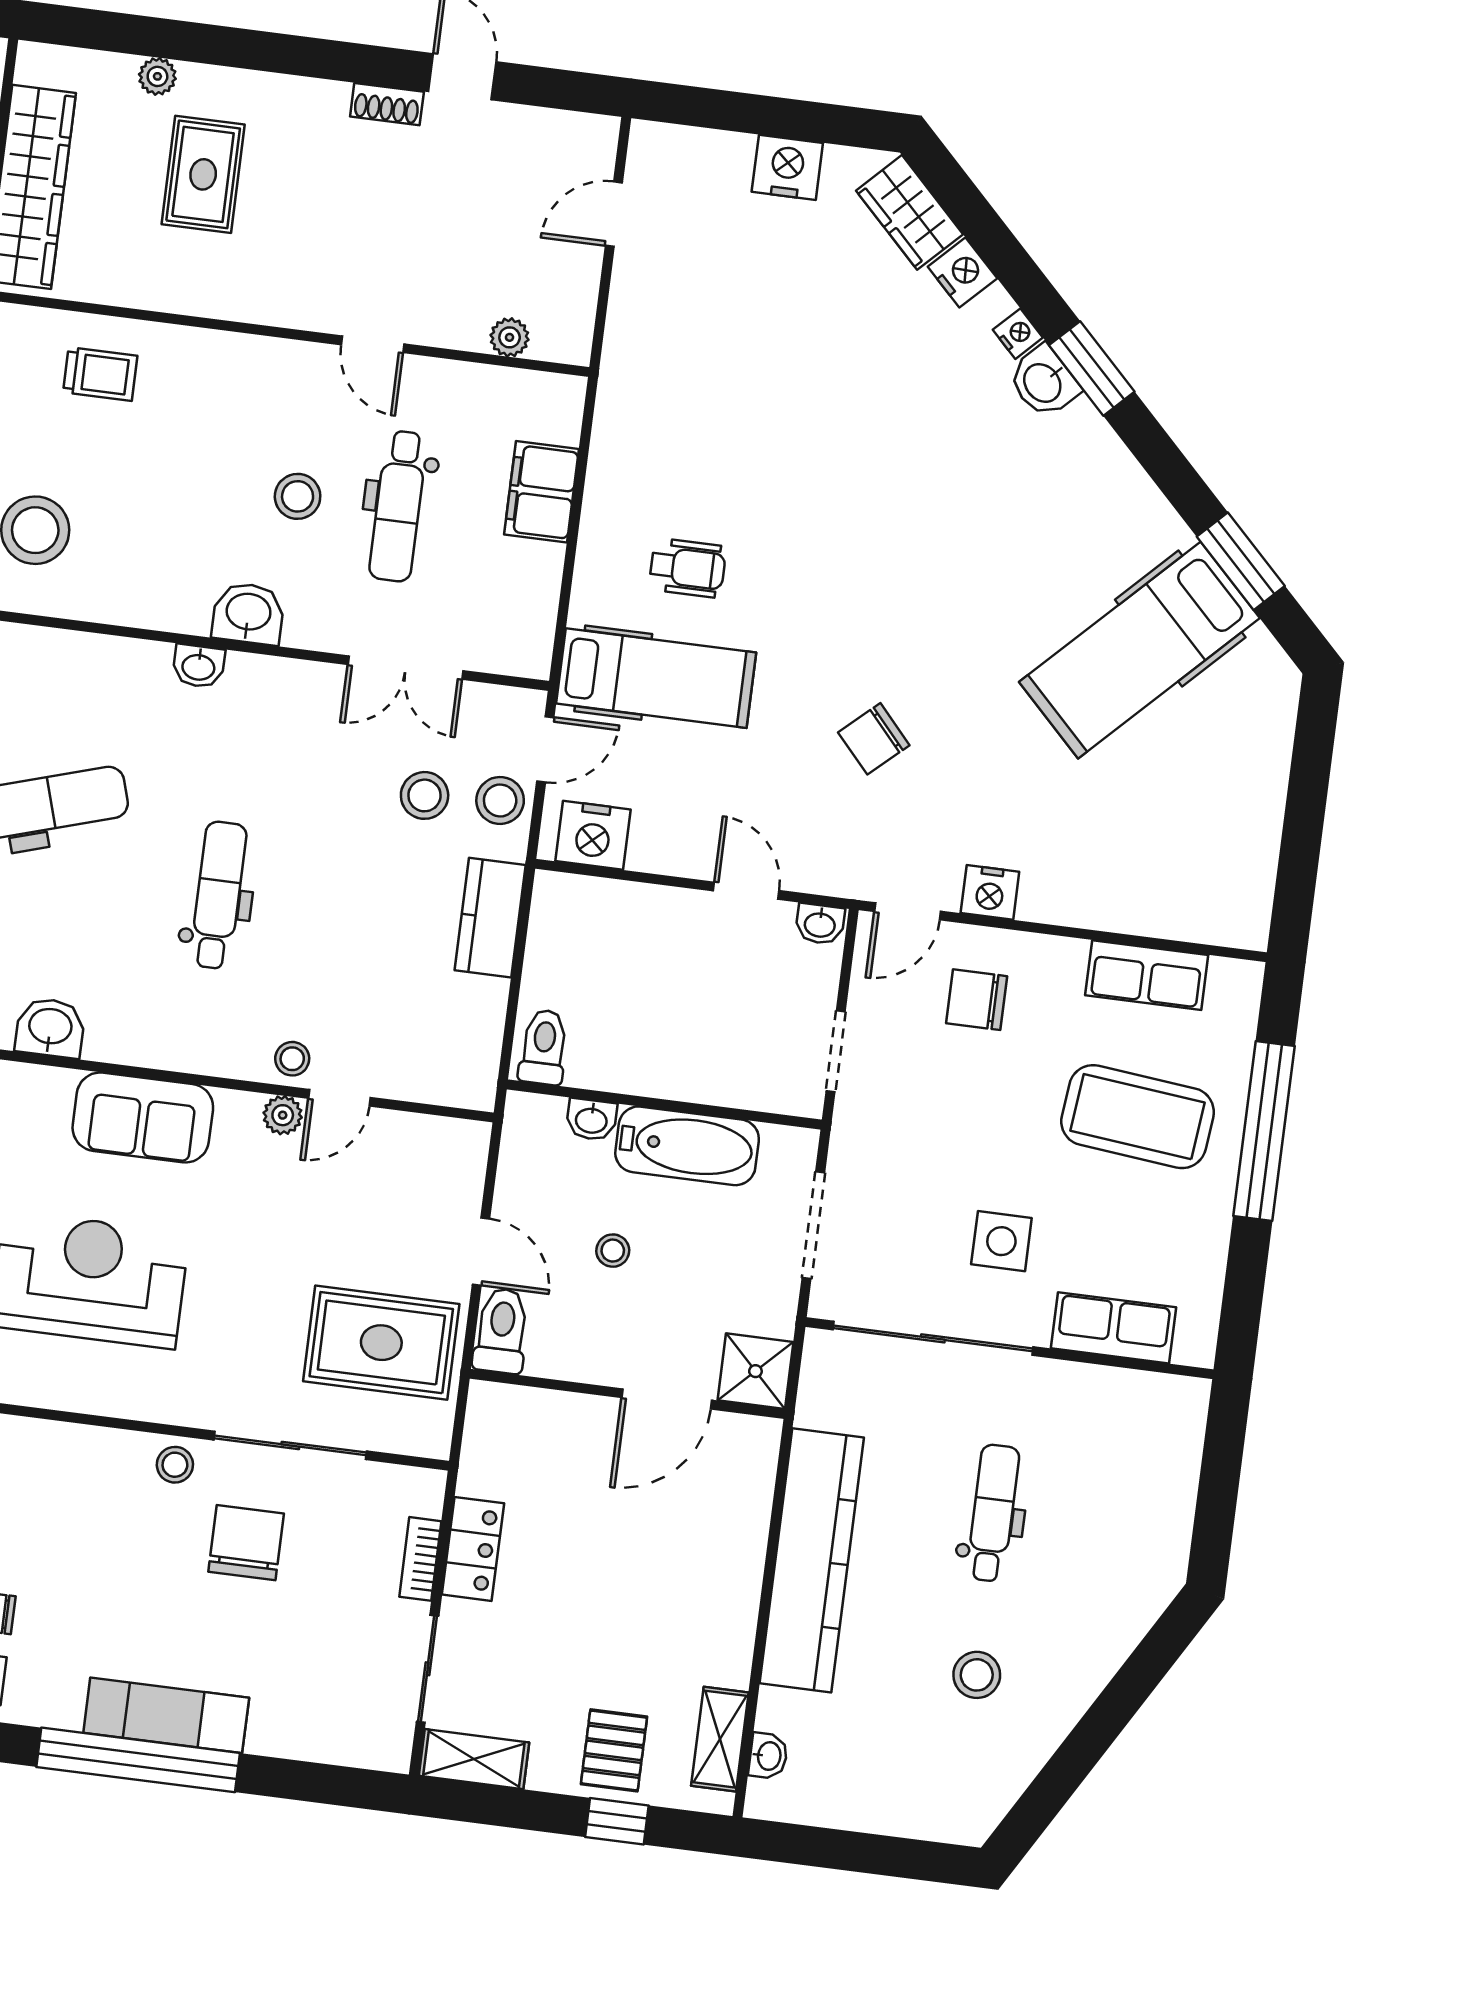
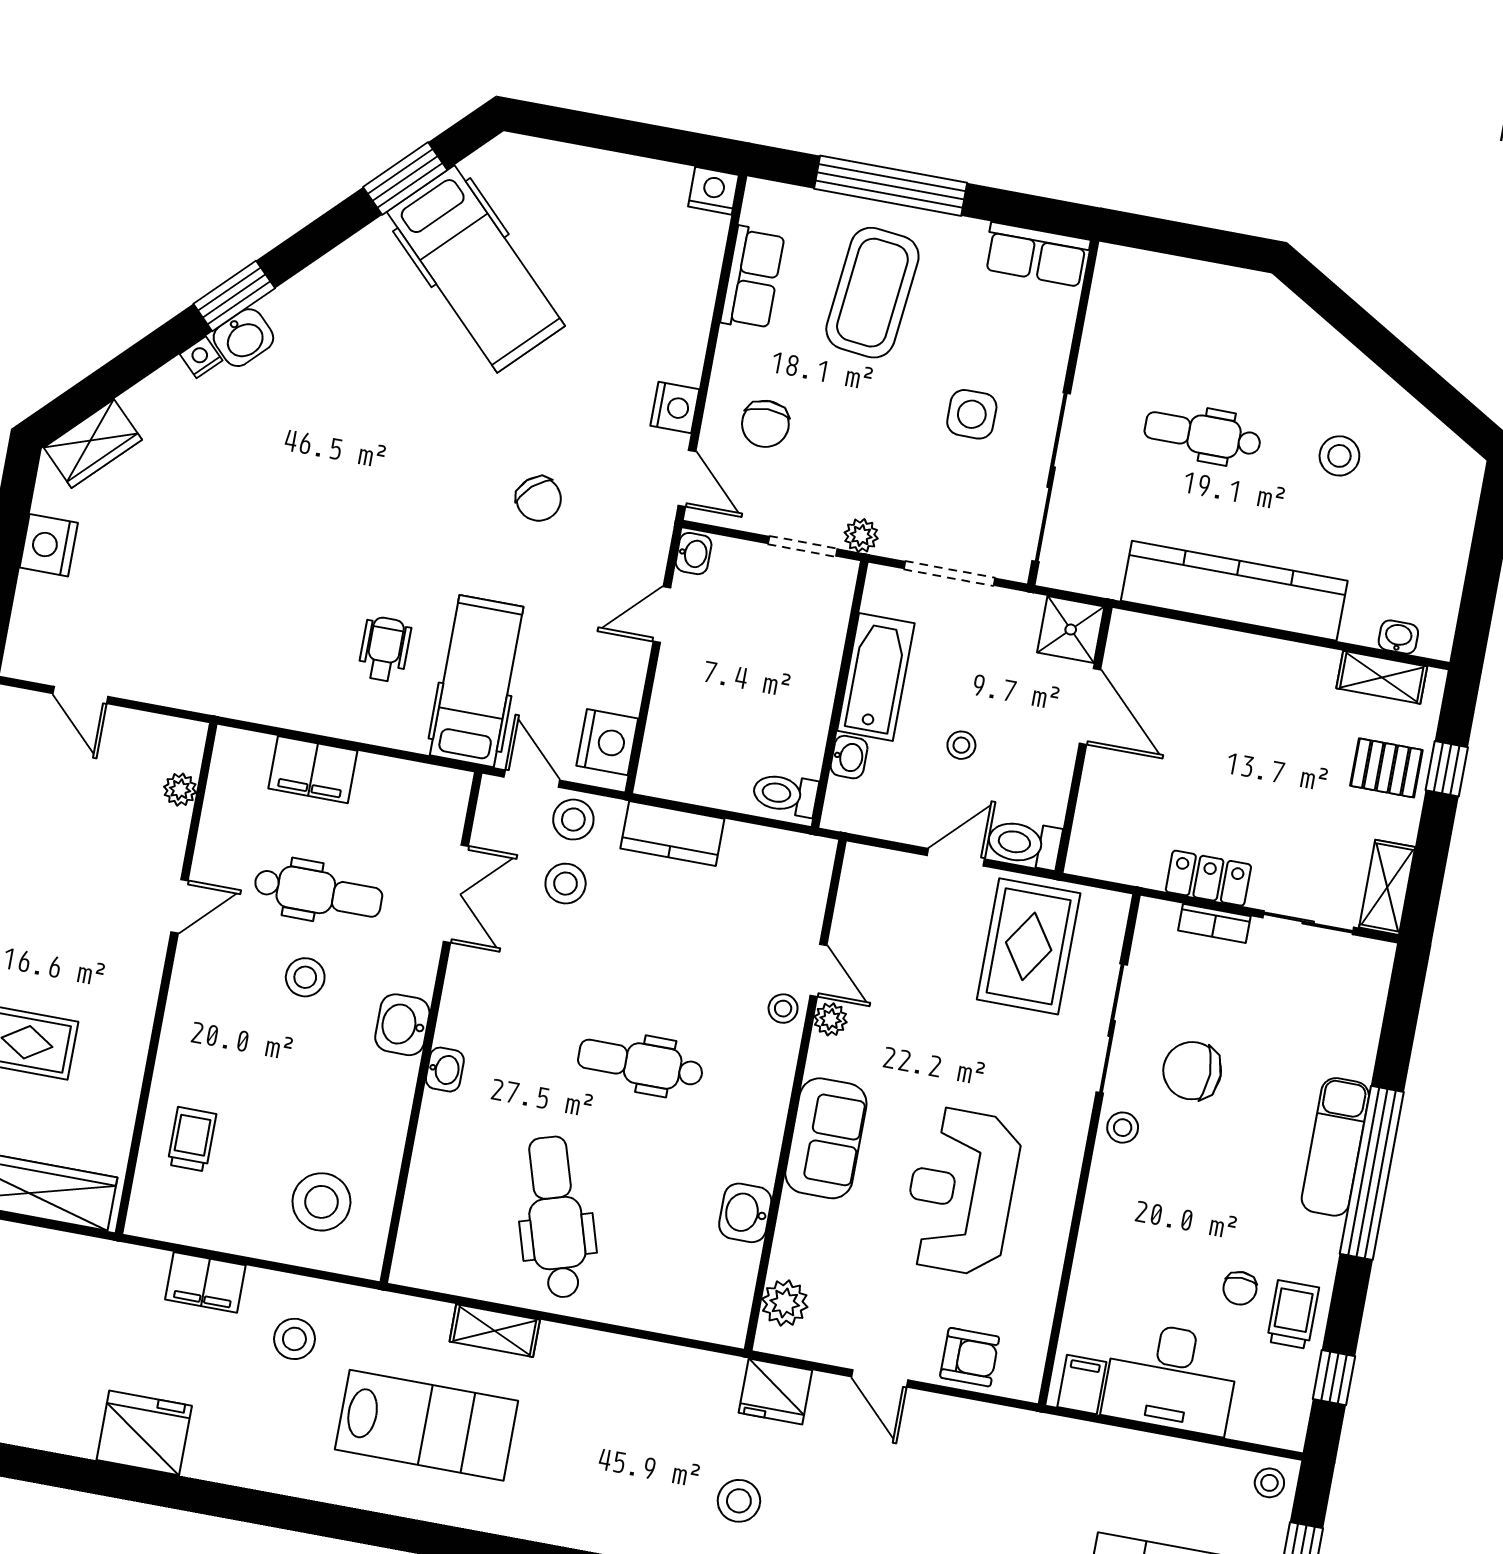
nightstand: (962, 273) -> (714, 191), moved, turned 45
plant: (852, 1119) -> (861, 536), added
row of seats: (1114, 1328) -> (1037, 255), moved, turned -90

